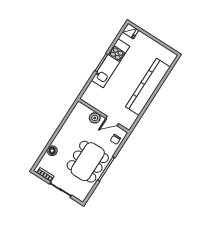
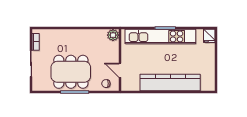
kitchen unit: (111, 63) -> (160, 36), width x1.36
plant: (95, 118) -> (113, 35), moved
floor lamp: (52, 151) -> (60, 34), removed

